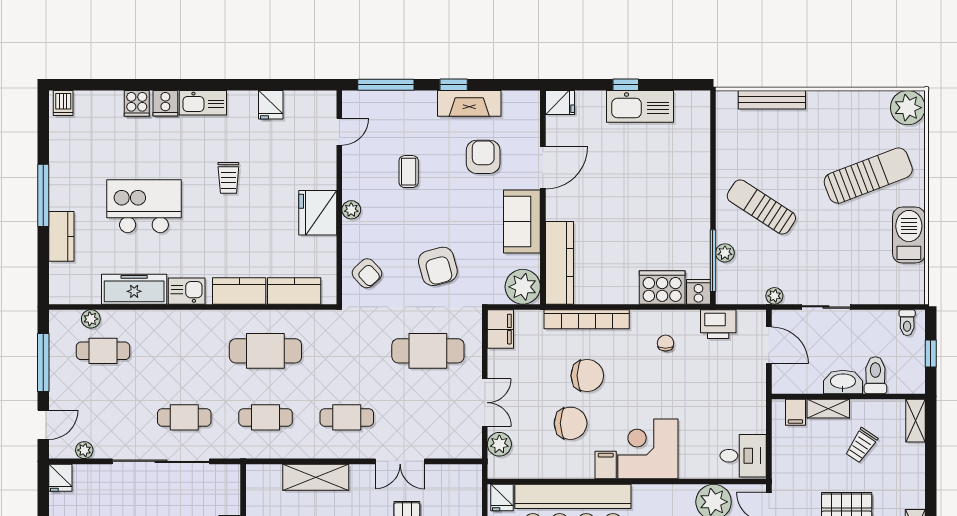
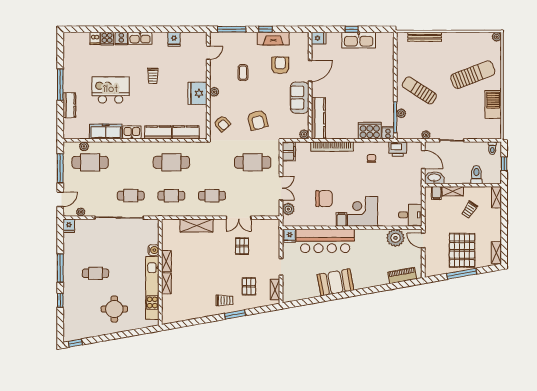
dishwasher: (63, 103) -> (95, 38), moved
plant: (908, 108) -> (497, 37), width x0.53, depth x0.53
plant: (523, 287) -> (304, 134), width x0.53, depth x0.53
cafe table: (103, 351) -> (90, 162), width x1.37, depth x1.35
chair: (587, 376) -> (332, 175), removed
washbasin: (843, 382) -> (434, 178), moved

